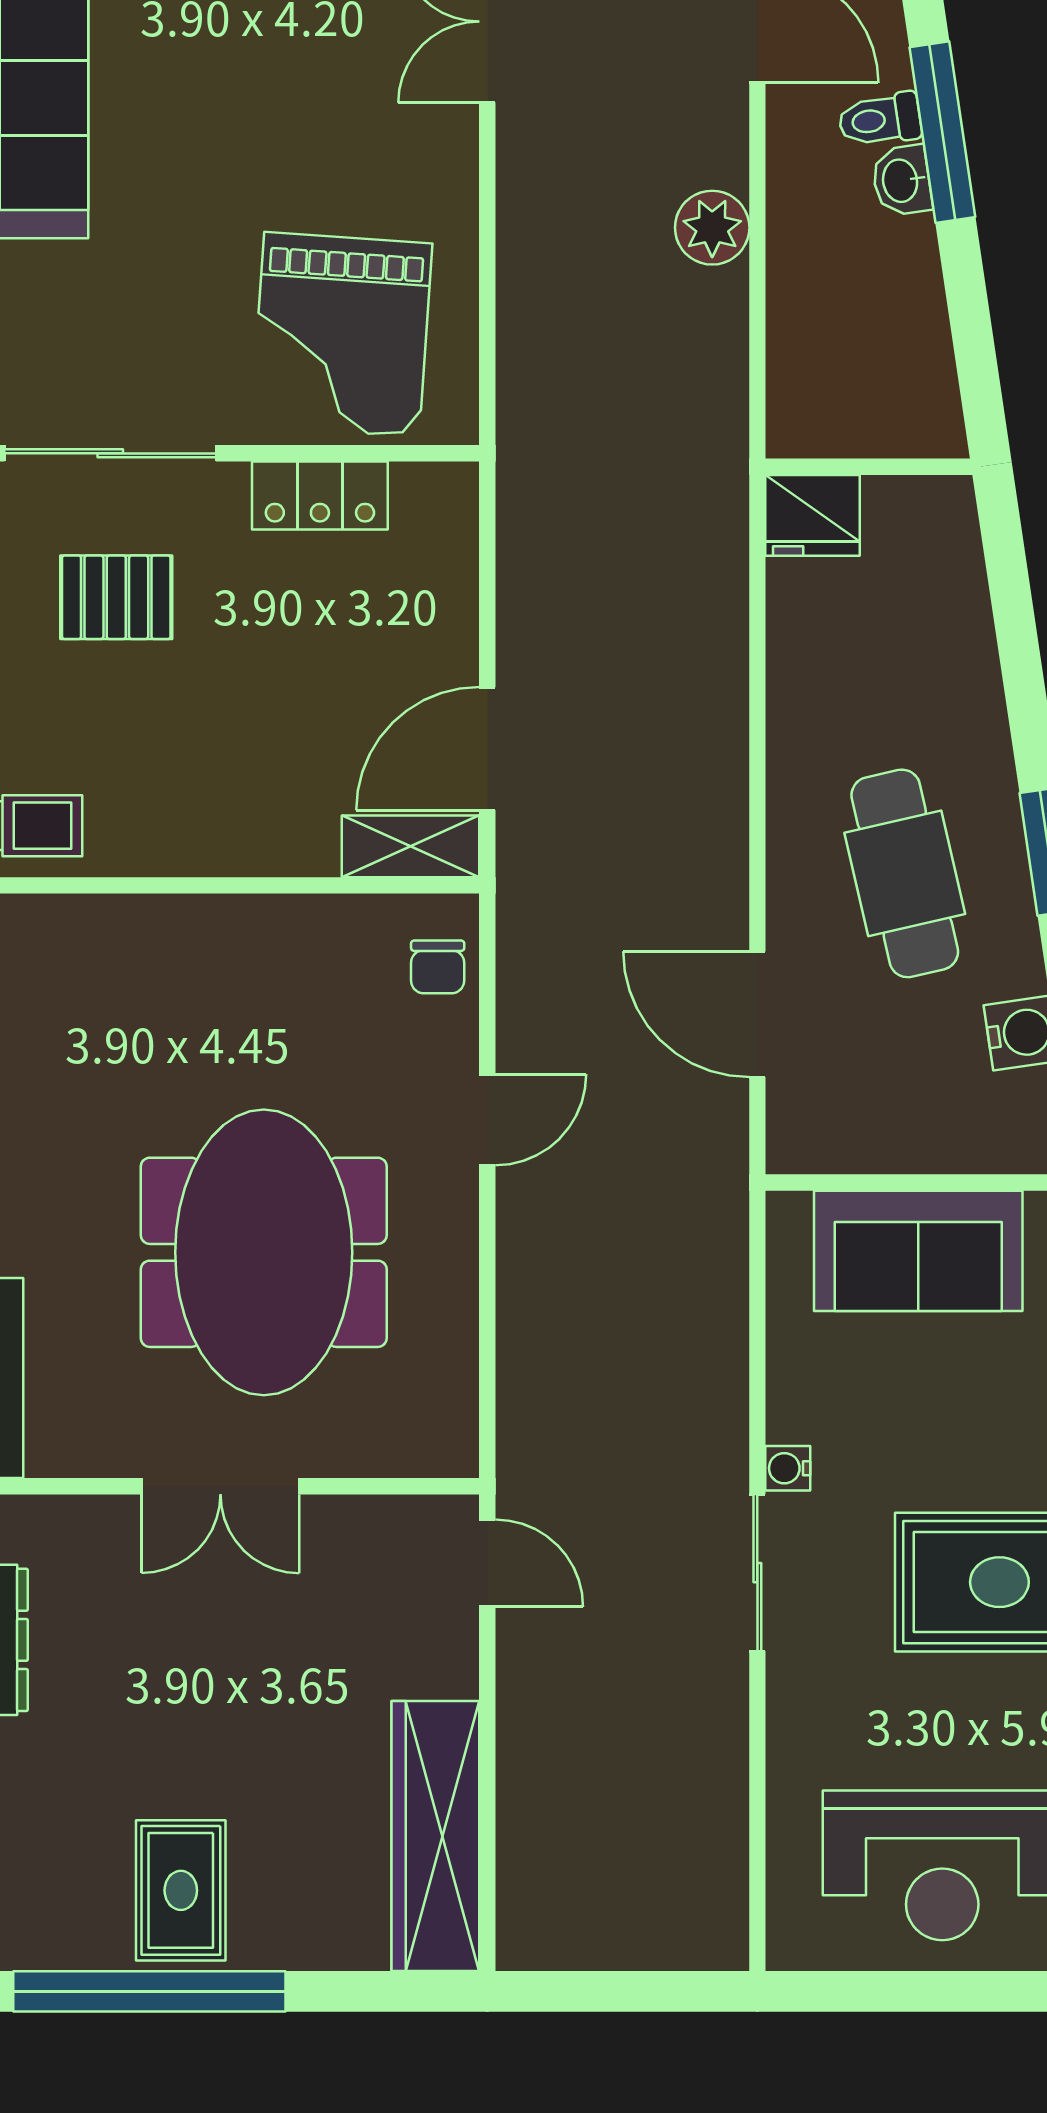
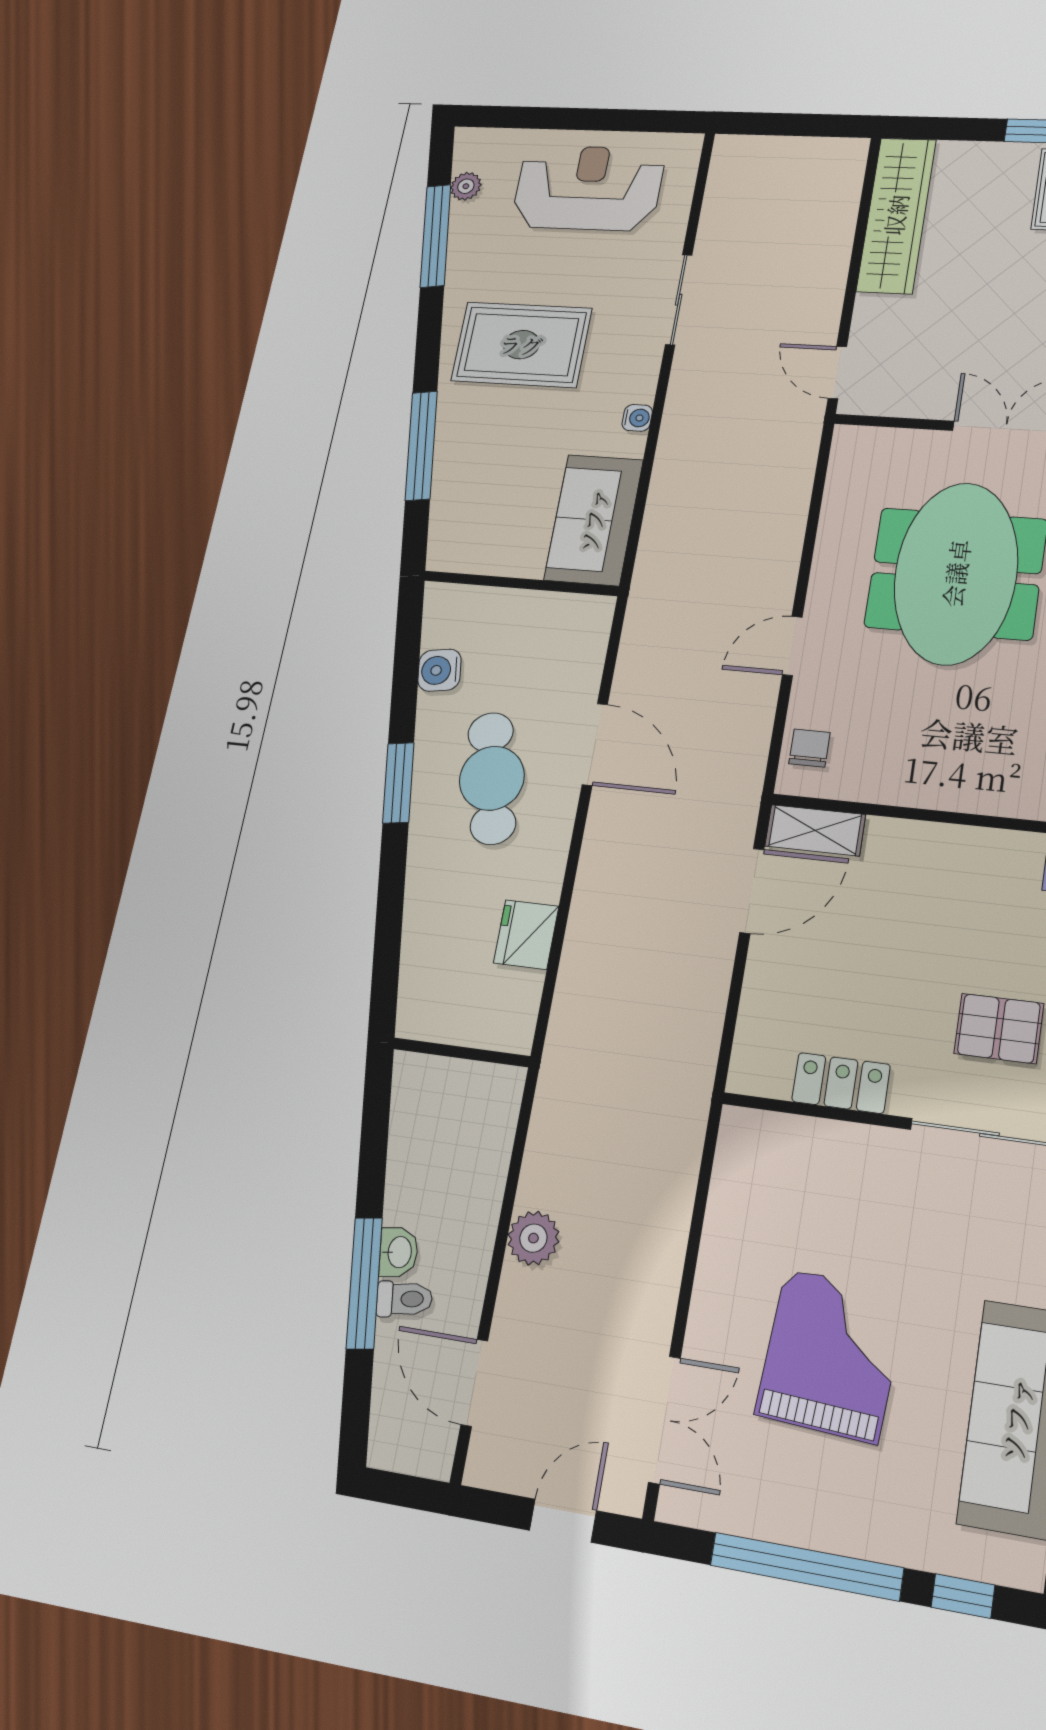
grand piano: (342, 334) -> (831, 1355), moved
fridge: (813, 515) -> (526, 935), moved, turned -90
door: (757, 1014) -> (595, 744), moved
sofa: (918, 1251) -> (594, 520), moved, turned -90
sliding door: (757, 1573) -> (679, 300), moved

